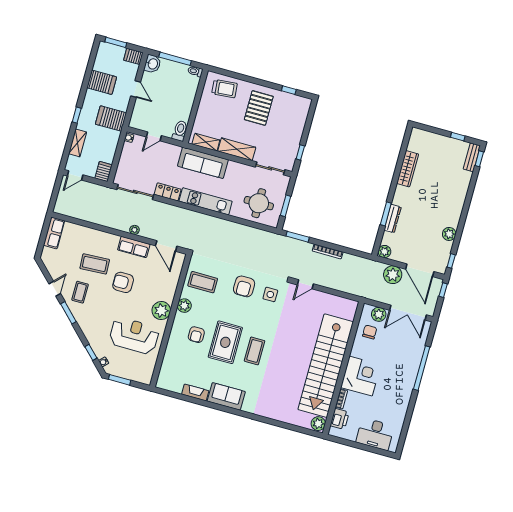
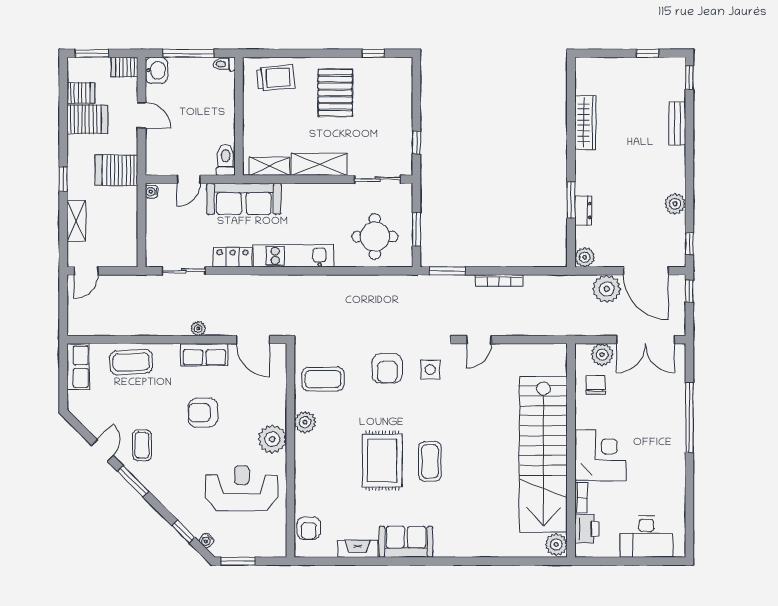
bench: (472, 157) -> (677, 123), moved
sofa: (203, 163) -> (244, 199), moved
server rack: (104, 172) -> (81, 93), moved, turned 90
sliding door: (135, 192) -> (184, 271), width x0.73
dresser: (393, 219) -> (583, 211), width x0.70
coffee table: (95, 264) -> (131, 362), moved
armchair: (196, 335) -> (309, 528), moved

